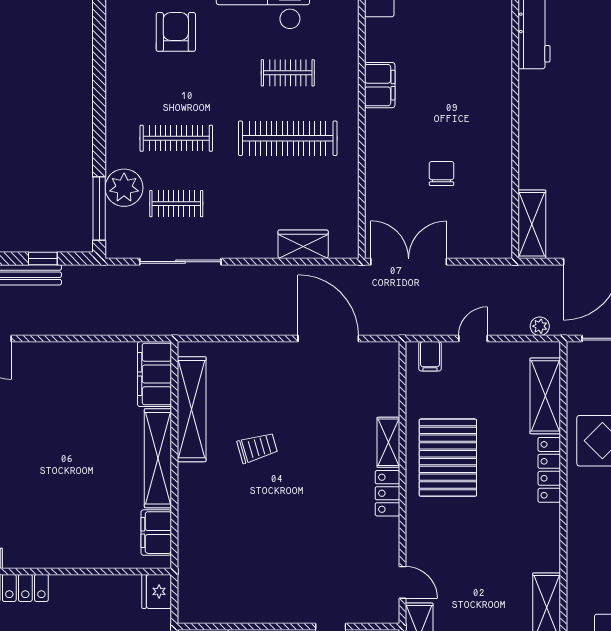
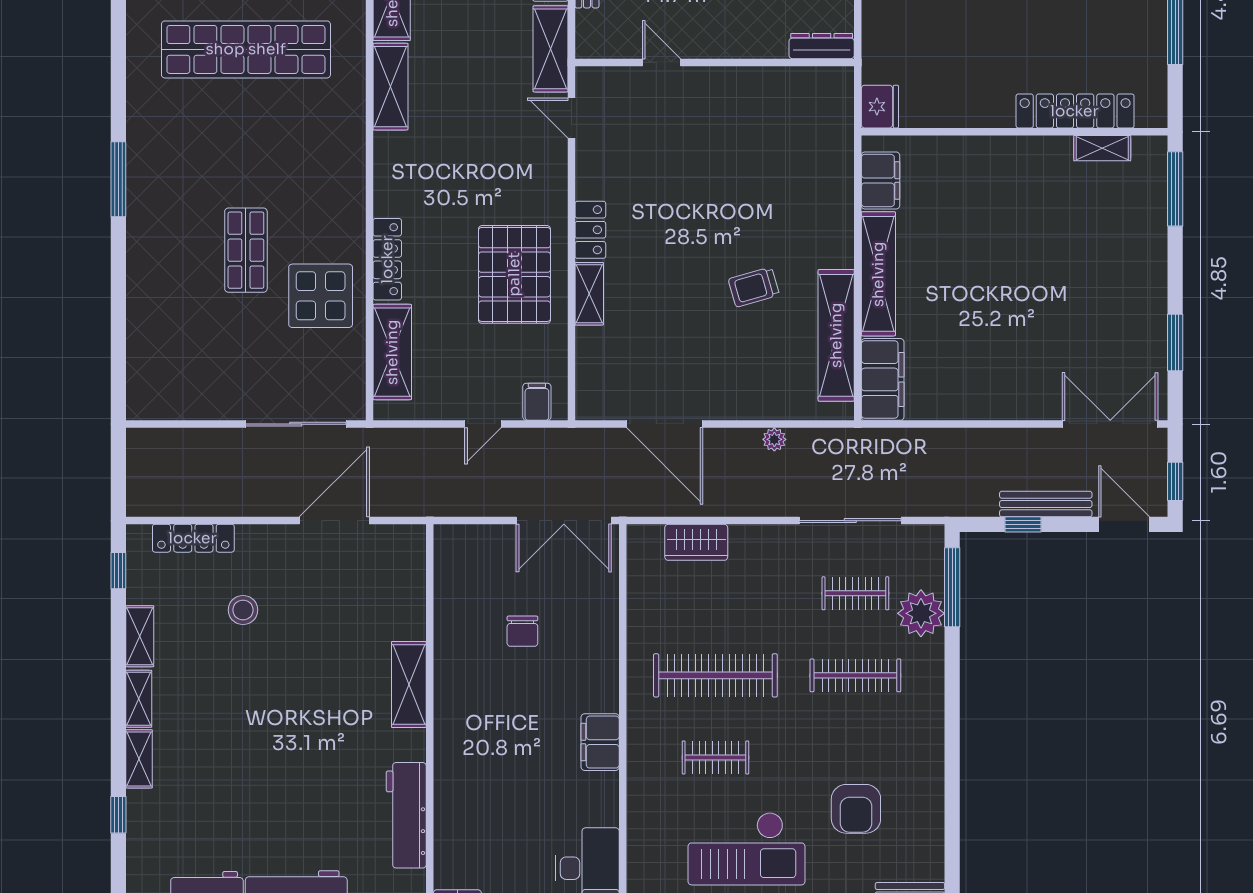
shelving: (532, 224) -> (409, 684), moved
plant: (540, 326) -> (774, 439), moved

